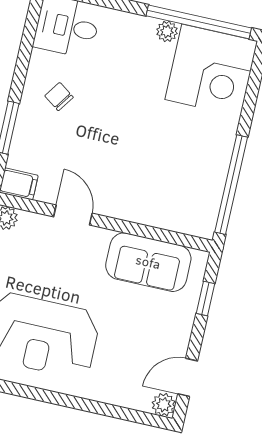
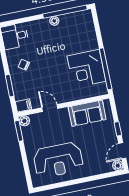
corner desk: (211, 70) -> (86, 69), moved, turned 90
window: (205, 299) -> (118, 129), moved

